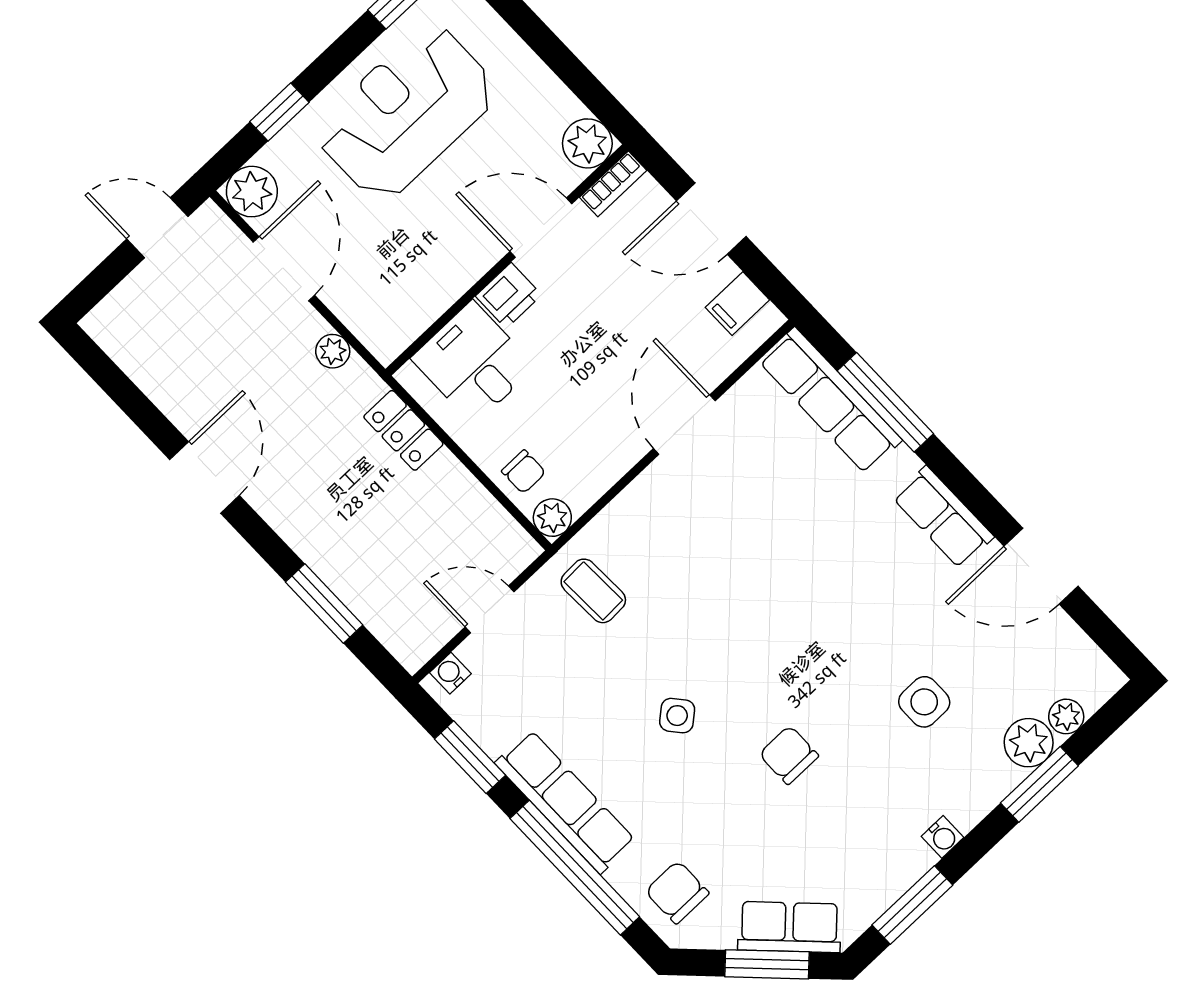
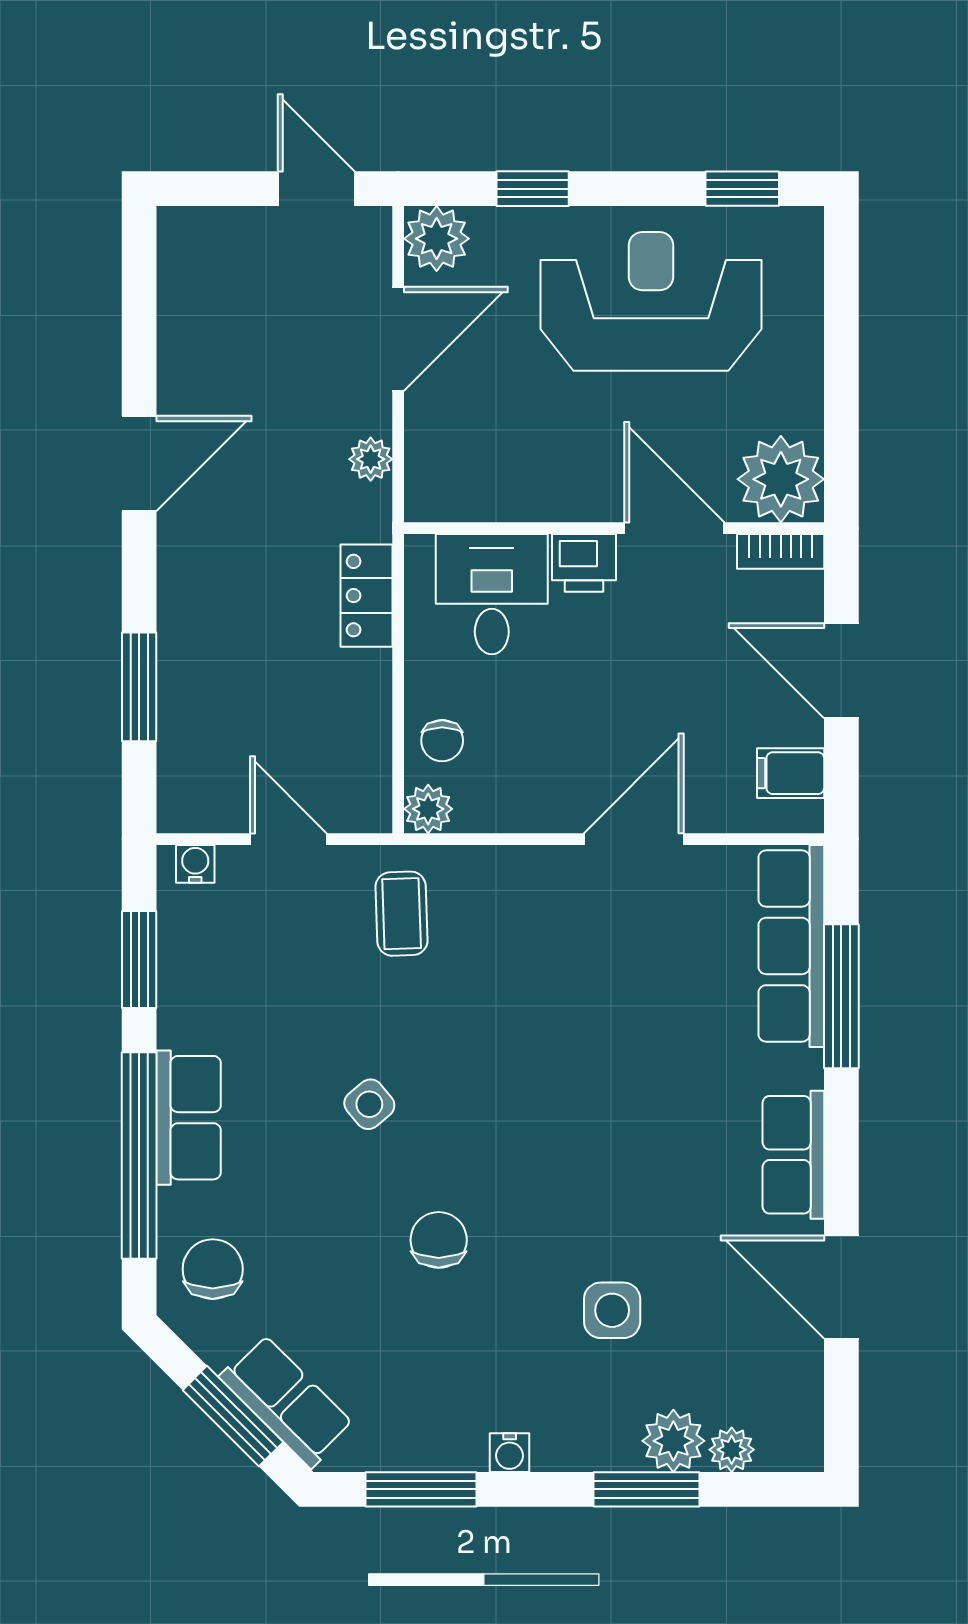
plant: (587, 143) -> (781, 479), width x1.36, depth x1.36
row of seats: (565, 802) -> (189, 1118), width x0.68

